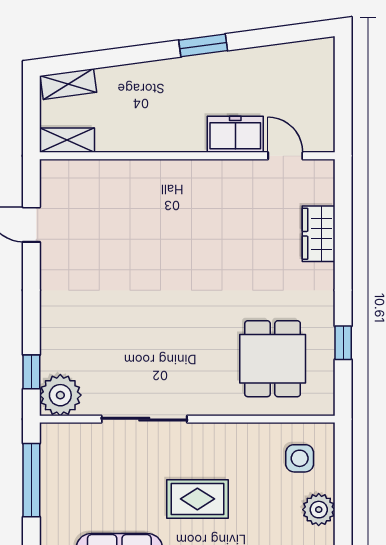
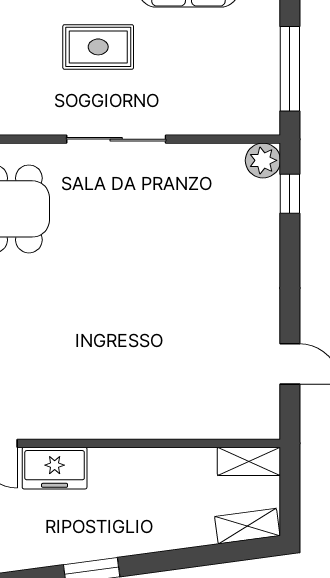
plant: (60, 395) -> (263, 160), width x0.73, depth x0.73
sliding door: (144, 419) -> (116, 139), moved

